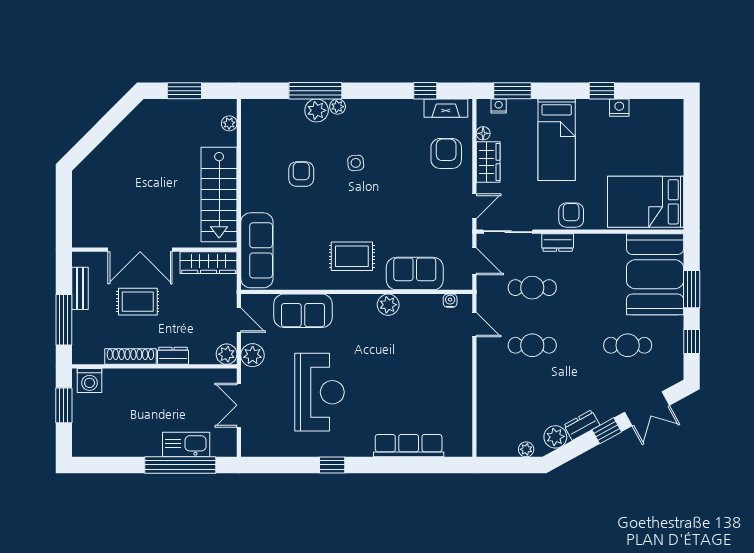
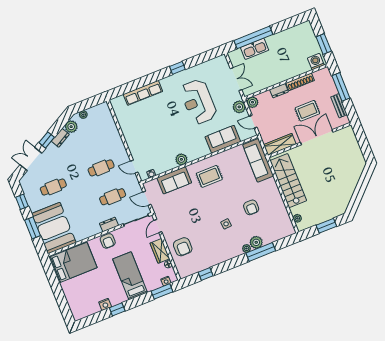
fireplace: (446, 108) -> (192, 269), removed

